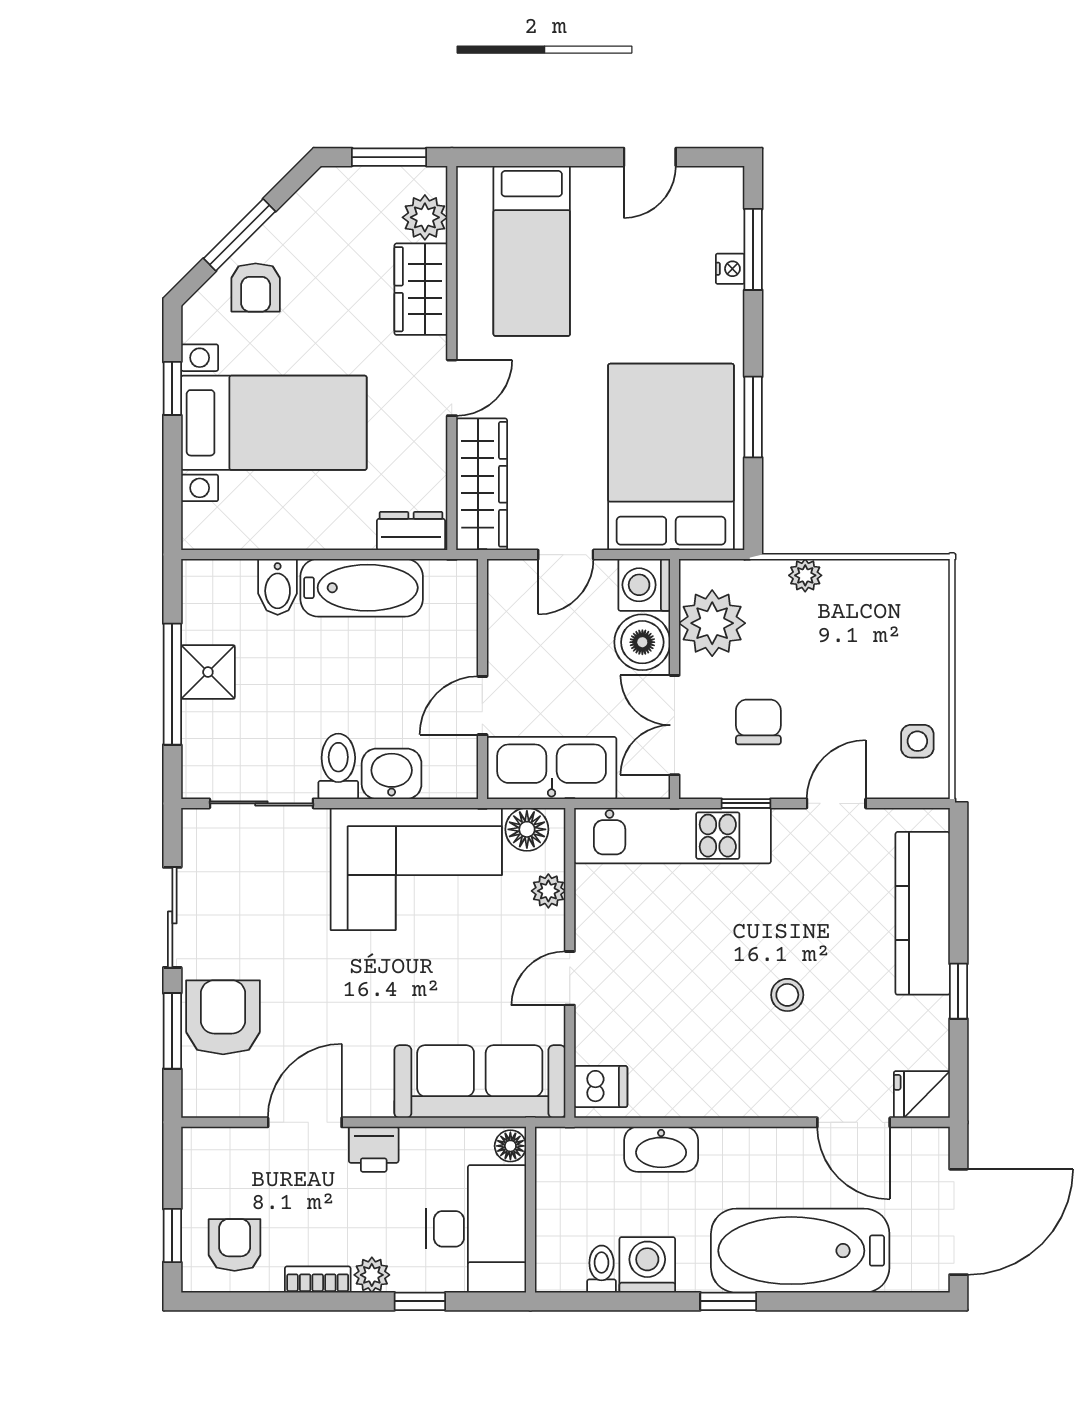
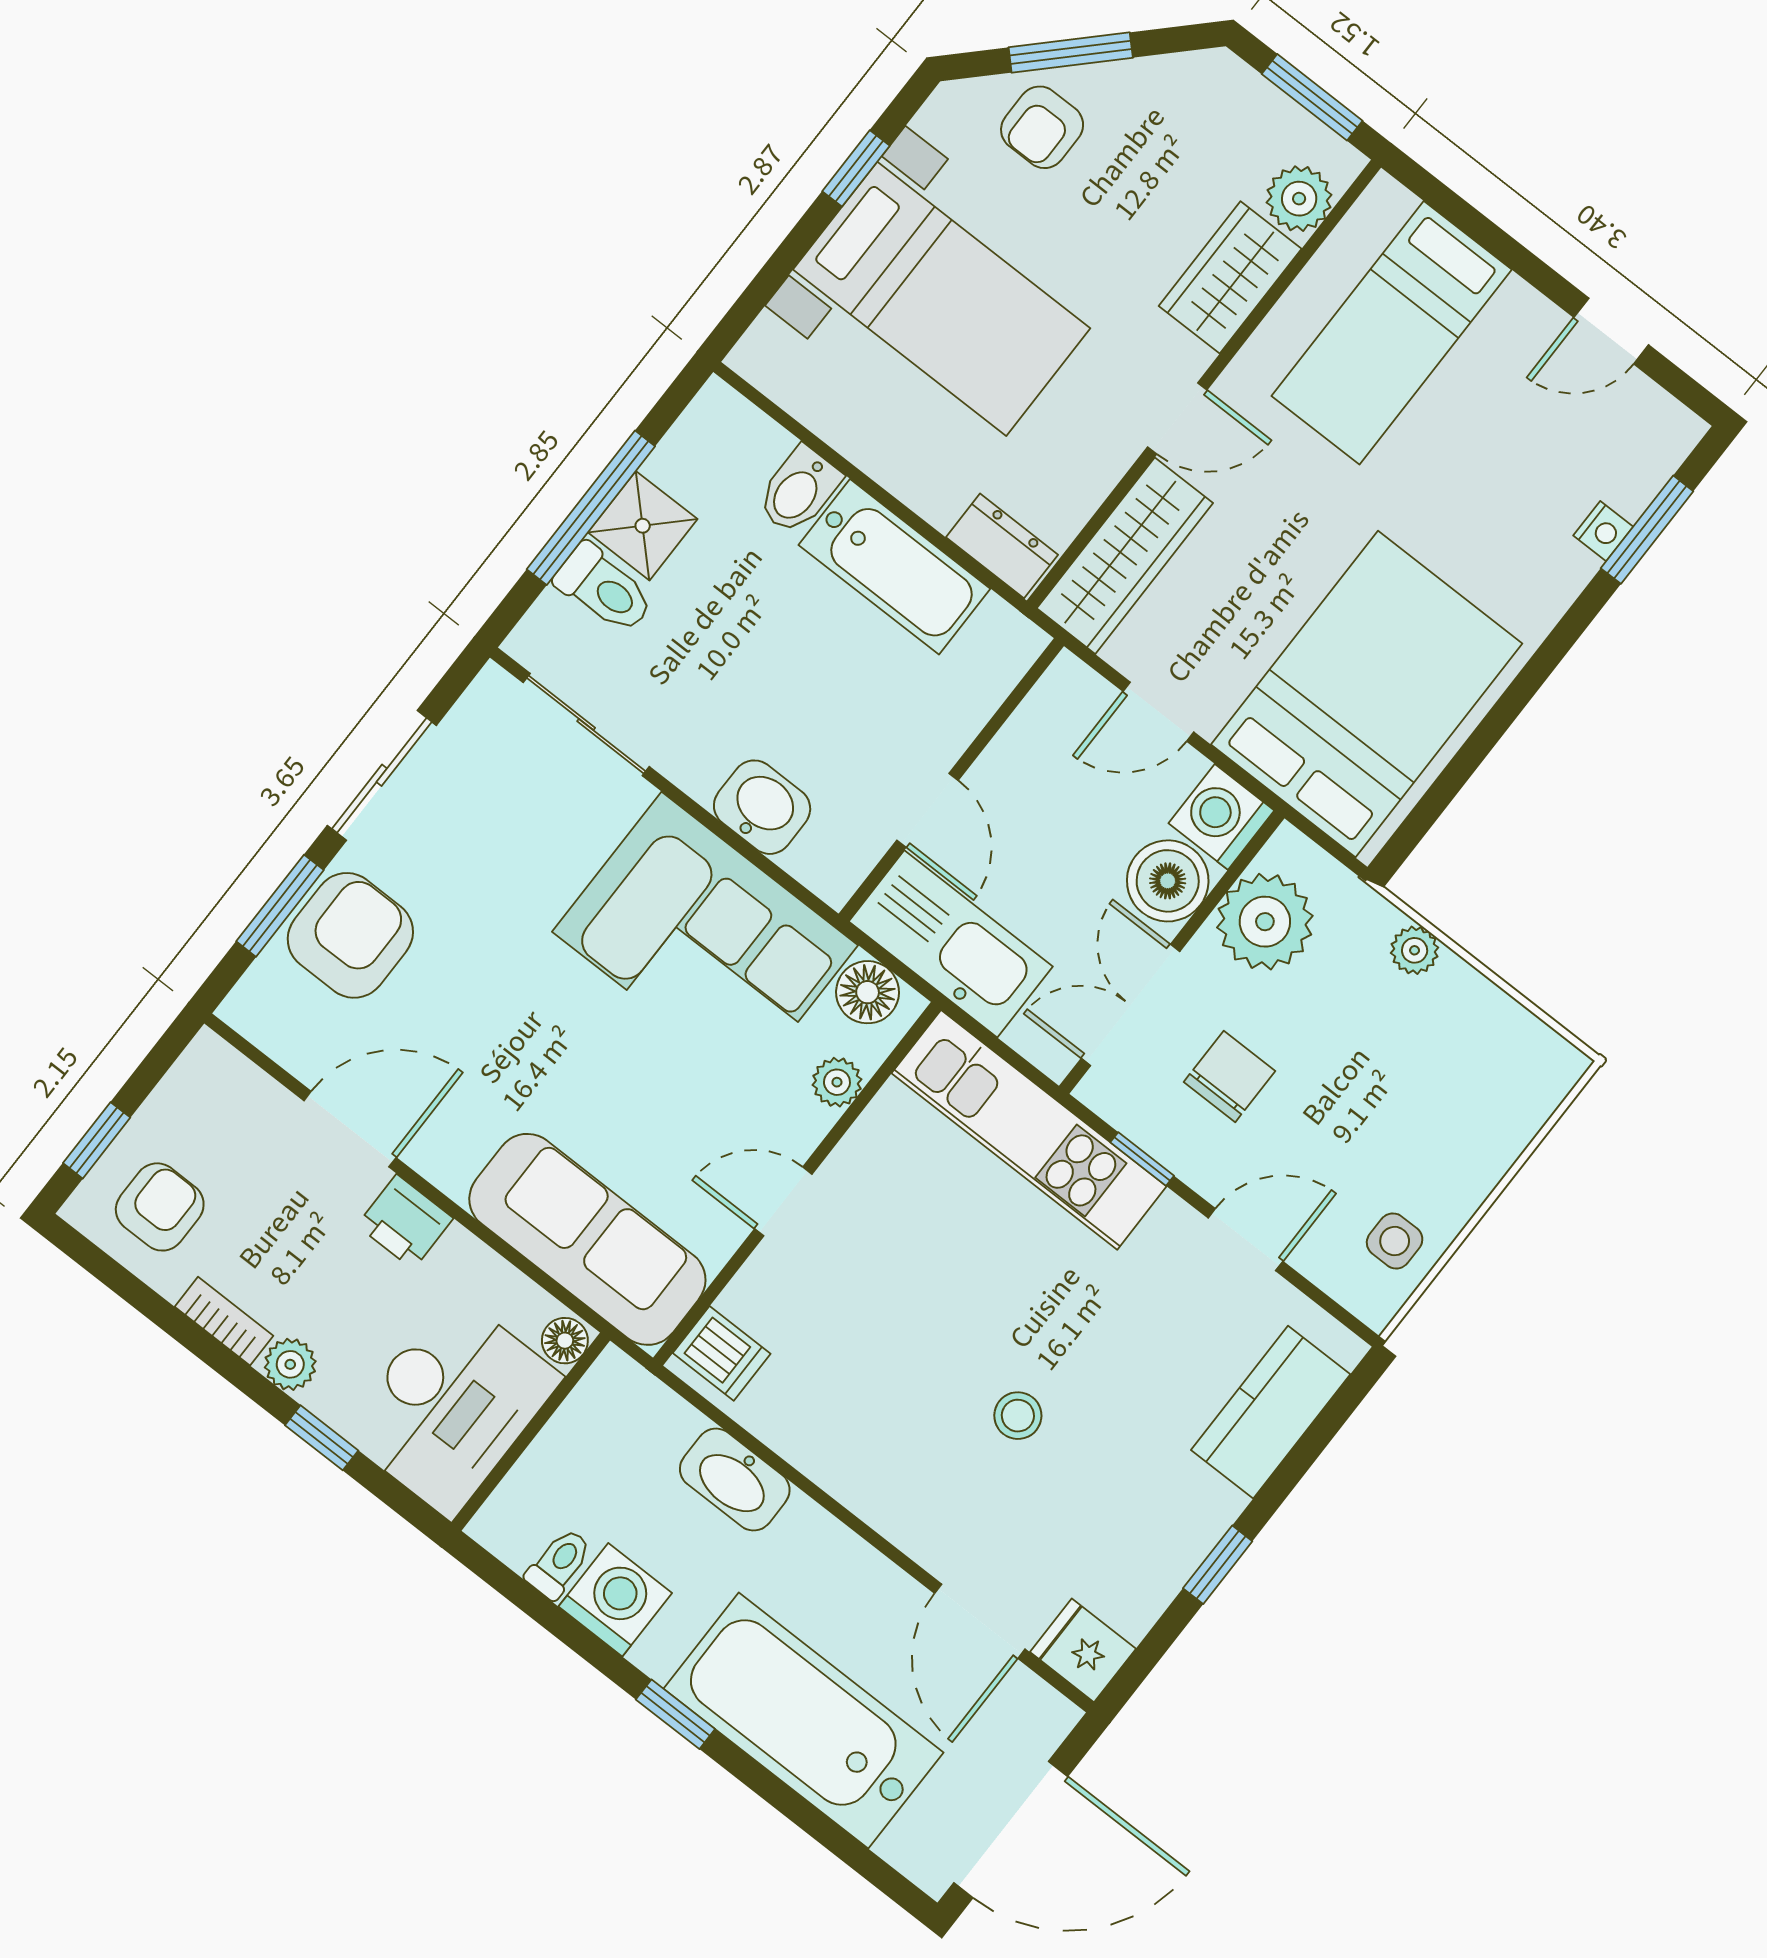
window: (753, 417) -> (1497, 722), removed
door: (482, 705) -> (928, 810), swing flipped
toilet: (338, 766) -> (604, 589), moved, turned 90
kitchen counter: (923, 913) -> (1271, 1412), width x0.67

